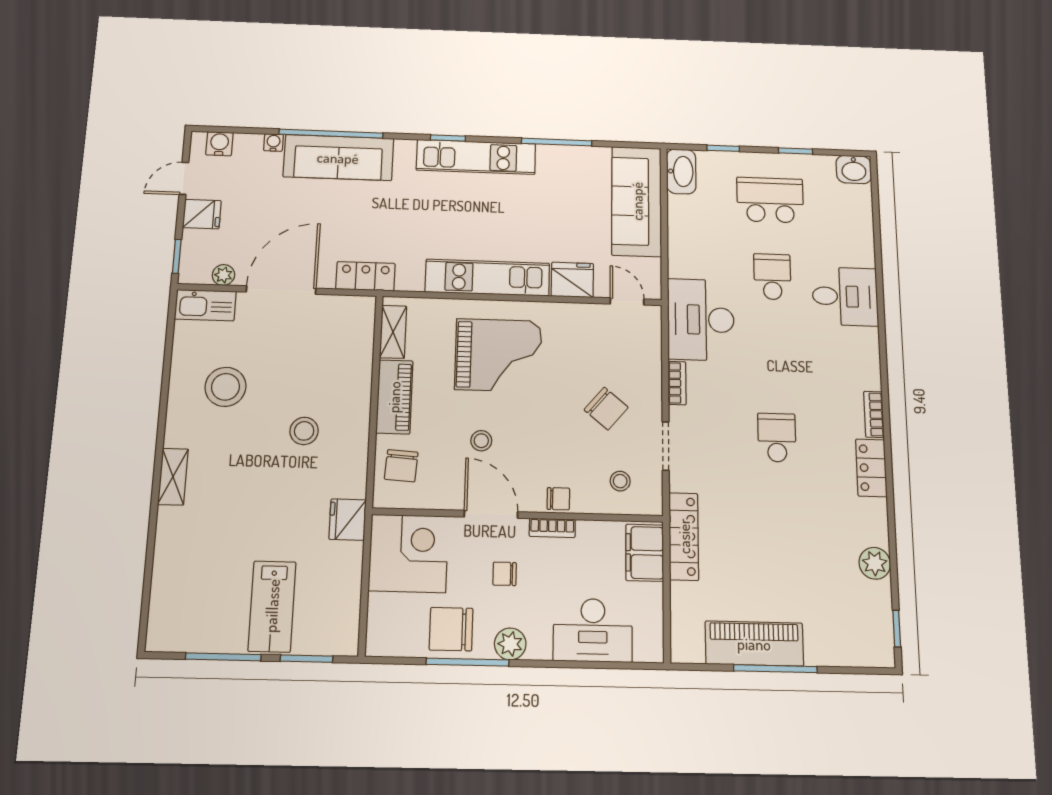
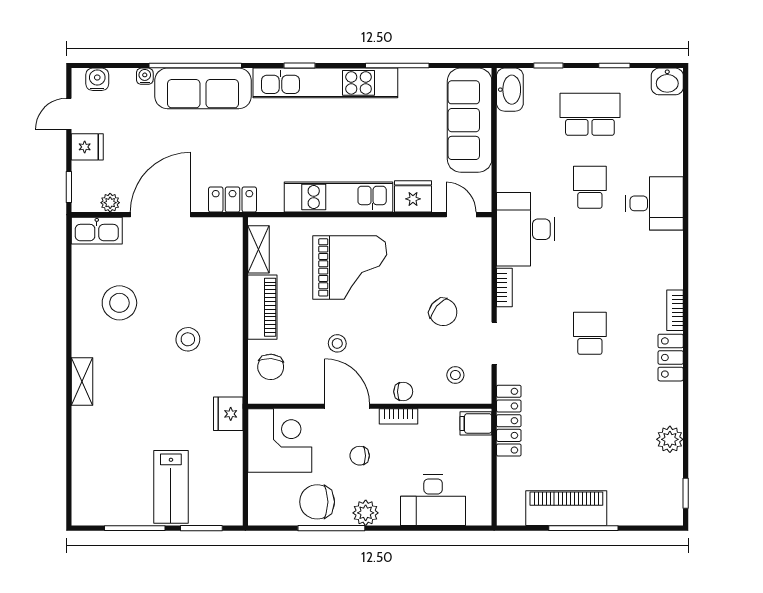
kitchen unit: (476, 157) -> (325, 83), width x1.36
filing cabinet: (645, 553) -> (476, 423), width x0.50

